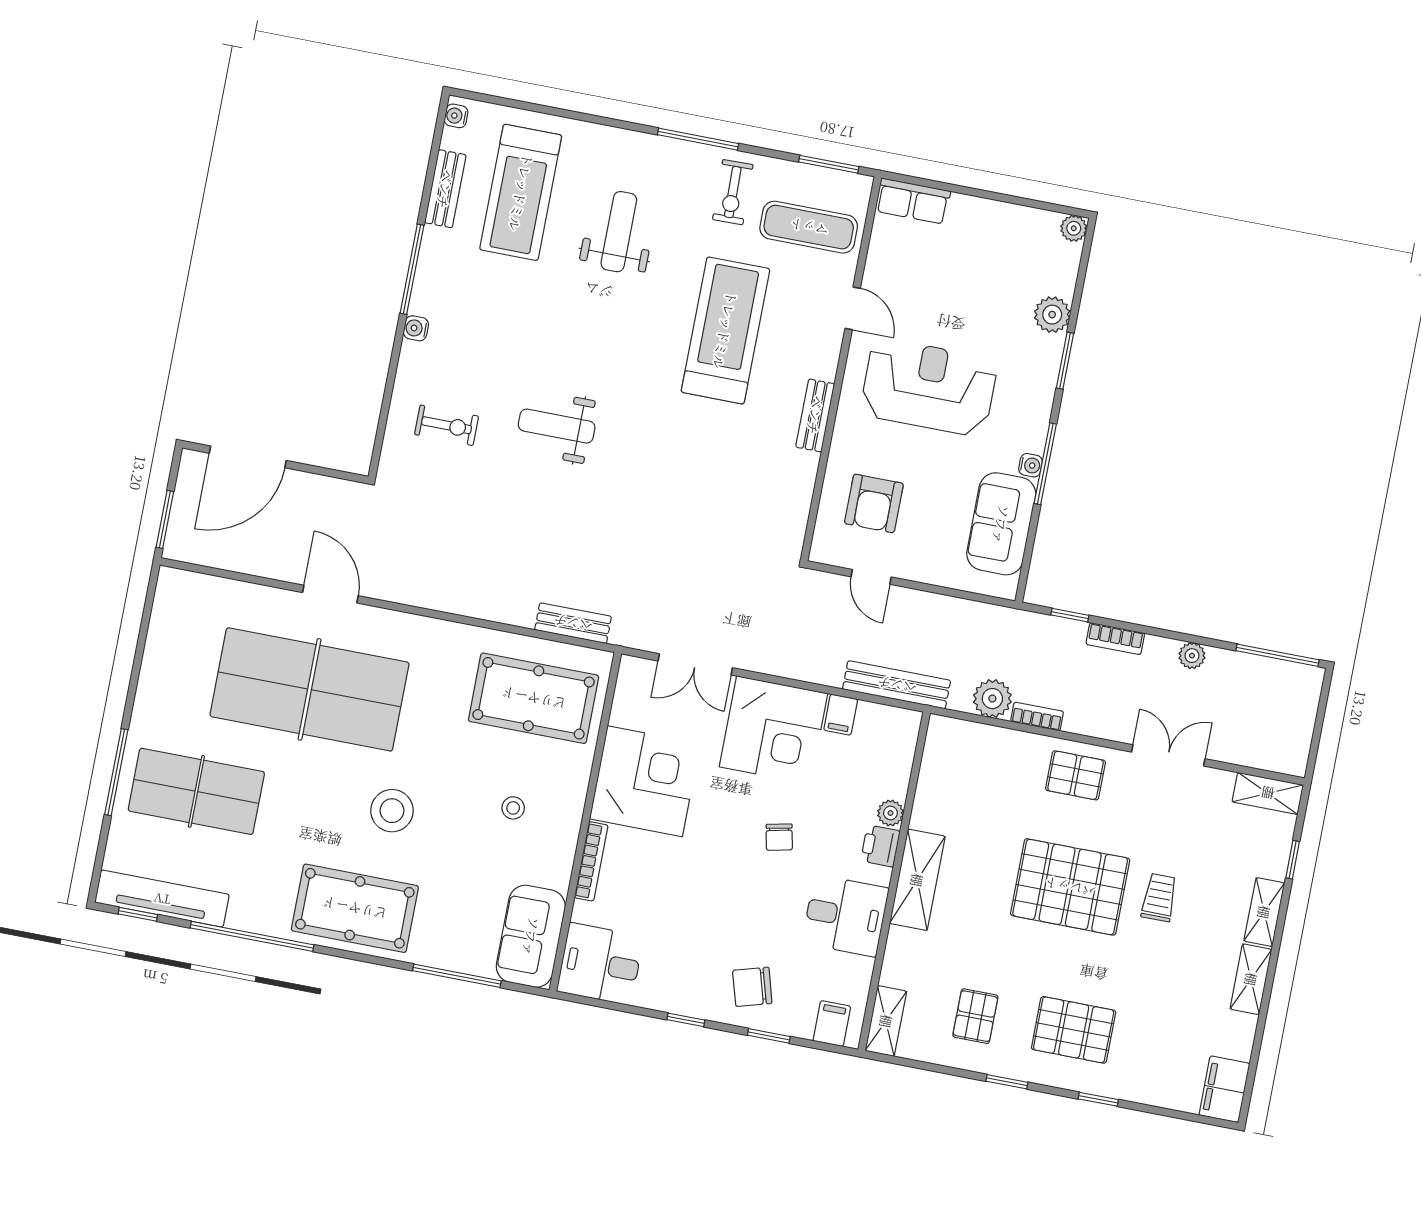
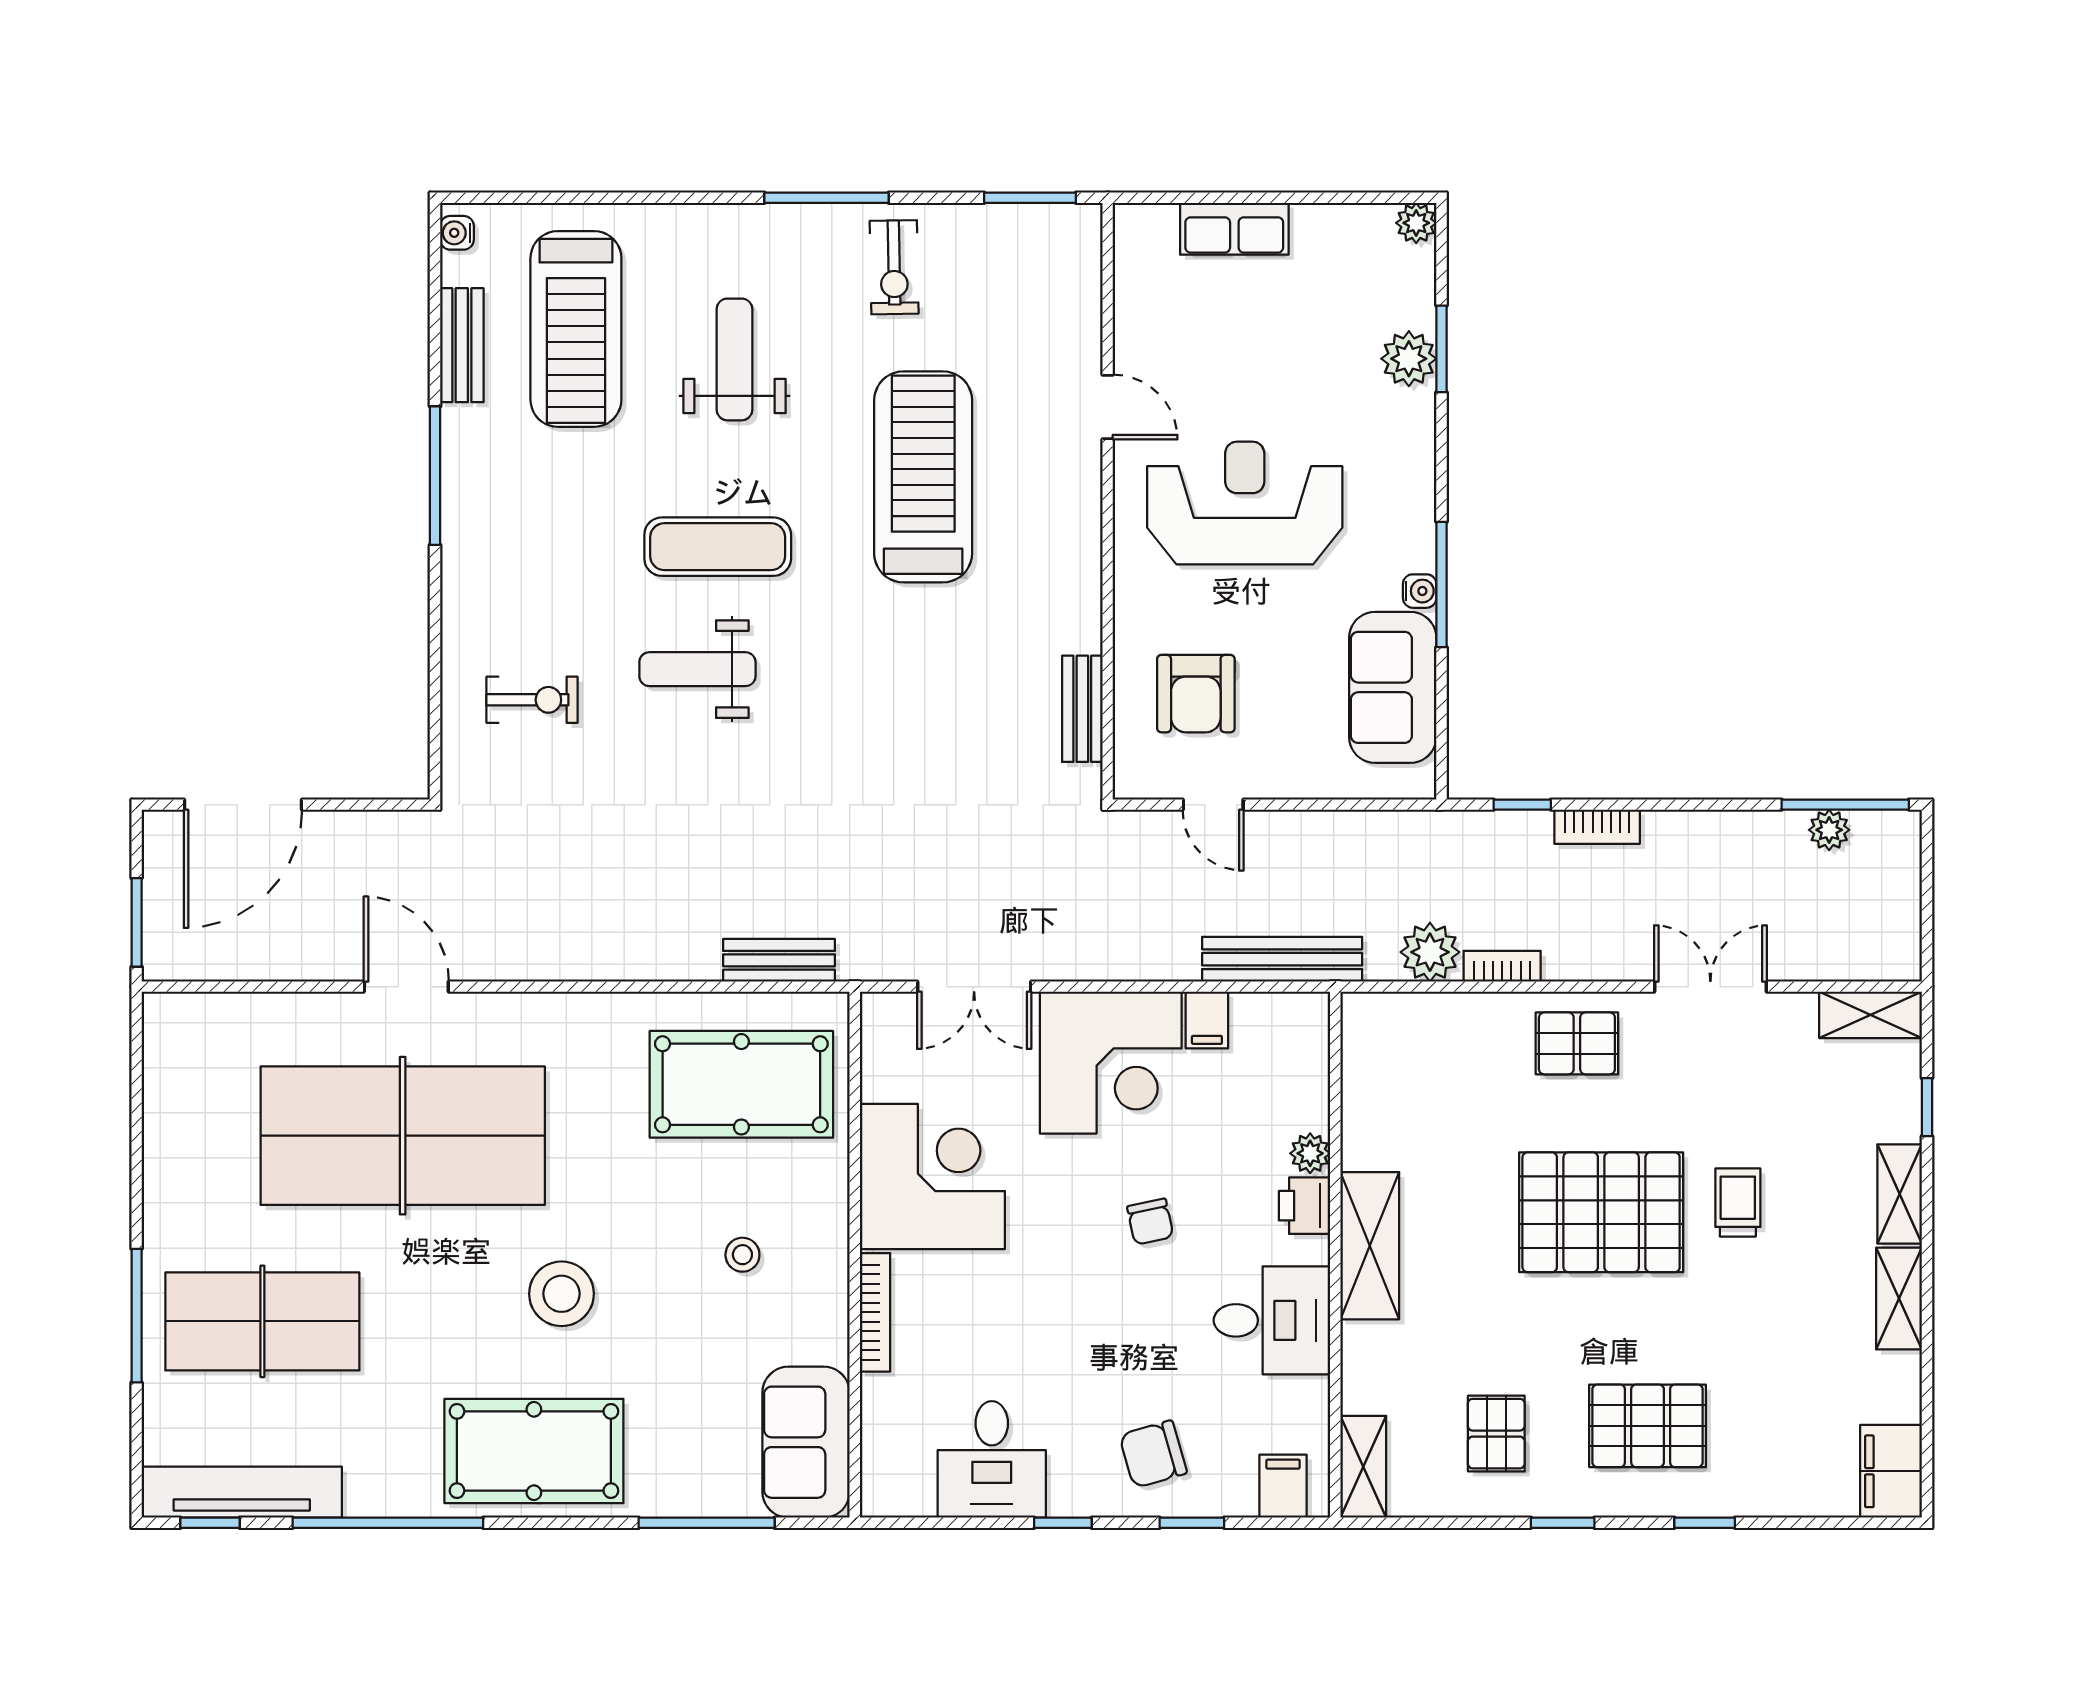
row of seats: (913, 201) -> (1234, 229), moved
exercise mat: (809, 227) -> (718, 547), moved
water cooler: (416, 328) -> (458, 563), removed
window: (1065, 361) -> (1441, 349), moved
bench: (815, 415) -> (1082, 709), moved
plant: (1192, 656) -> (1829, 830), moved
desk: (600, 964) -> (992, 1459), moved, turned -90

